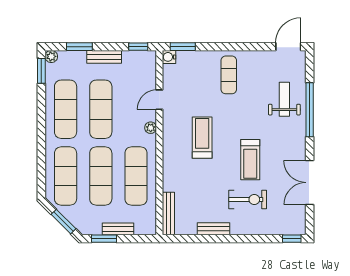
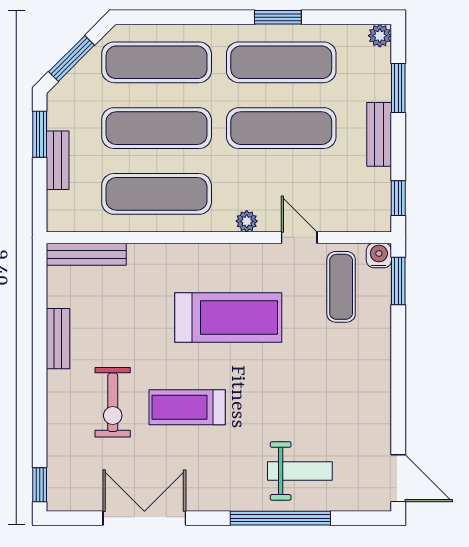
window: (41, 71) -> (278, 17), moved
exercise mat: (229, 75) -> (341, 287), moved, turned 90
treadmill: (202, 138) -> (228, 317), width x1.37, depth x1.38

